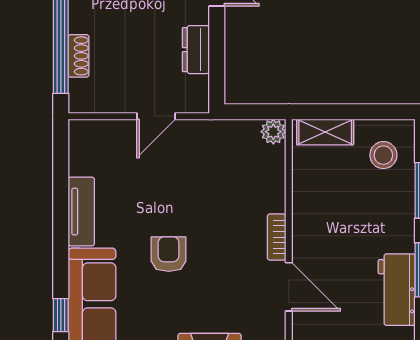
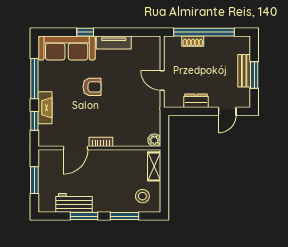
window: (61, 315) -> (85, 32), moved

